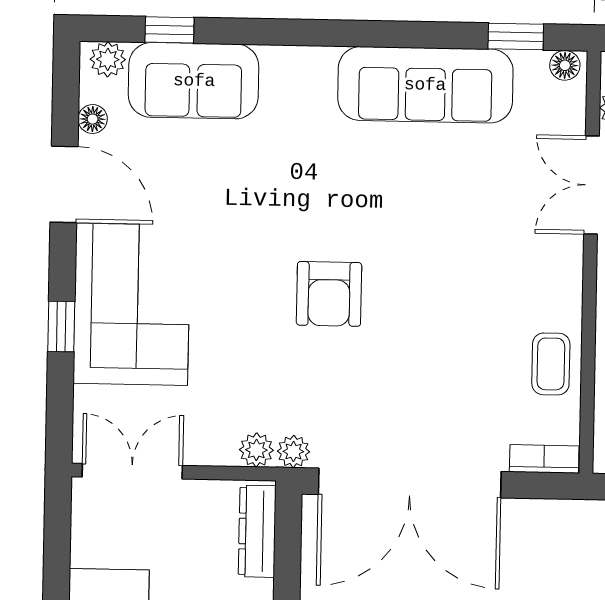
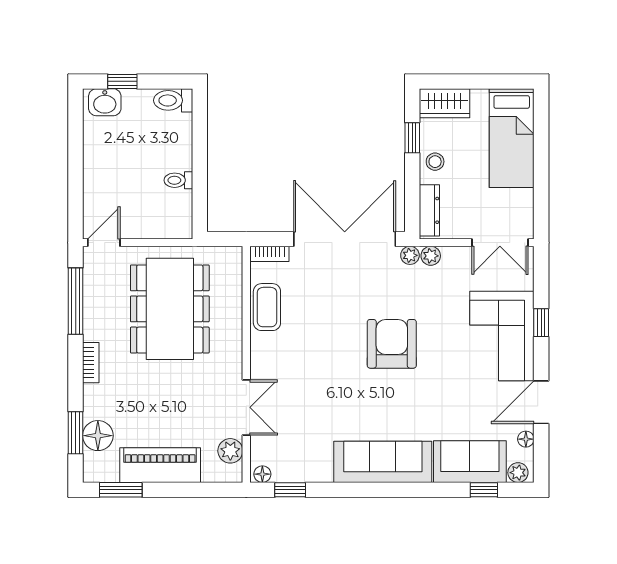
sofa: (425, 85) -> (383, 462), moved
door: (64, 184) -> (541, 402), hinge flipped
armchair: (329, 294) -> (392, 344), width x1.36, depth x1.36
coffee table: (551, 364) -> (267, 307), width x1.36, depth x1.30

